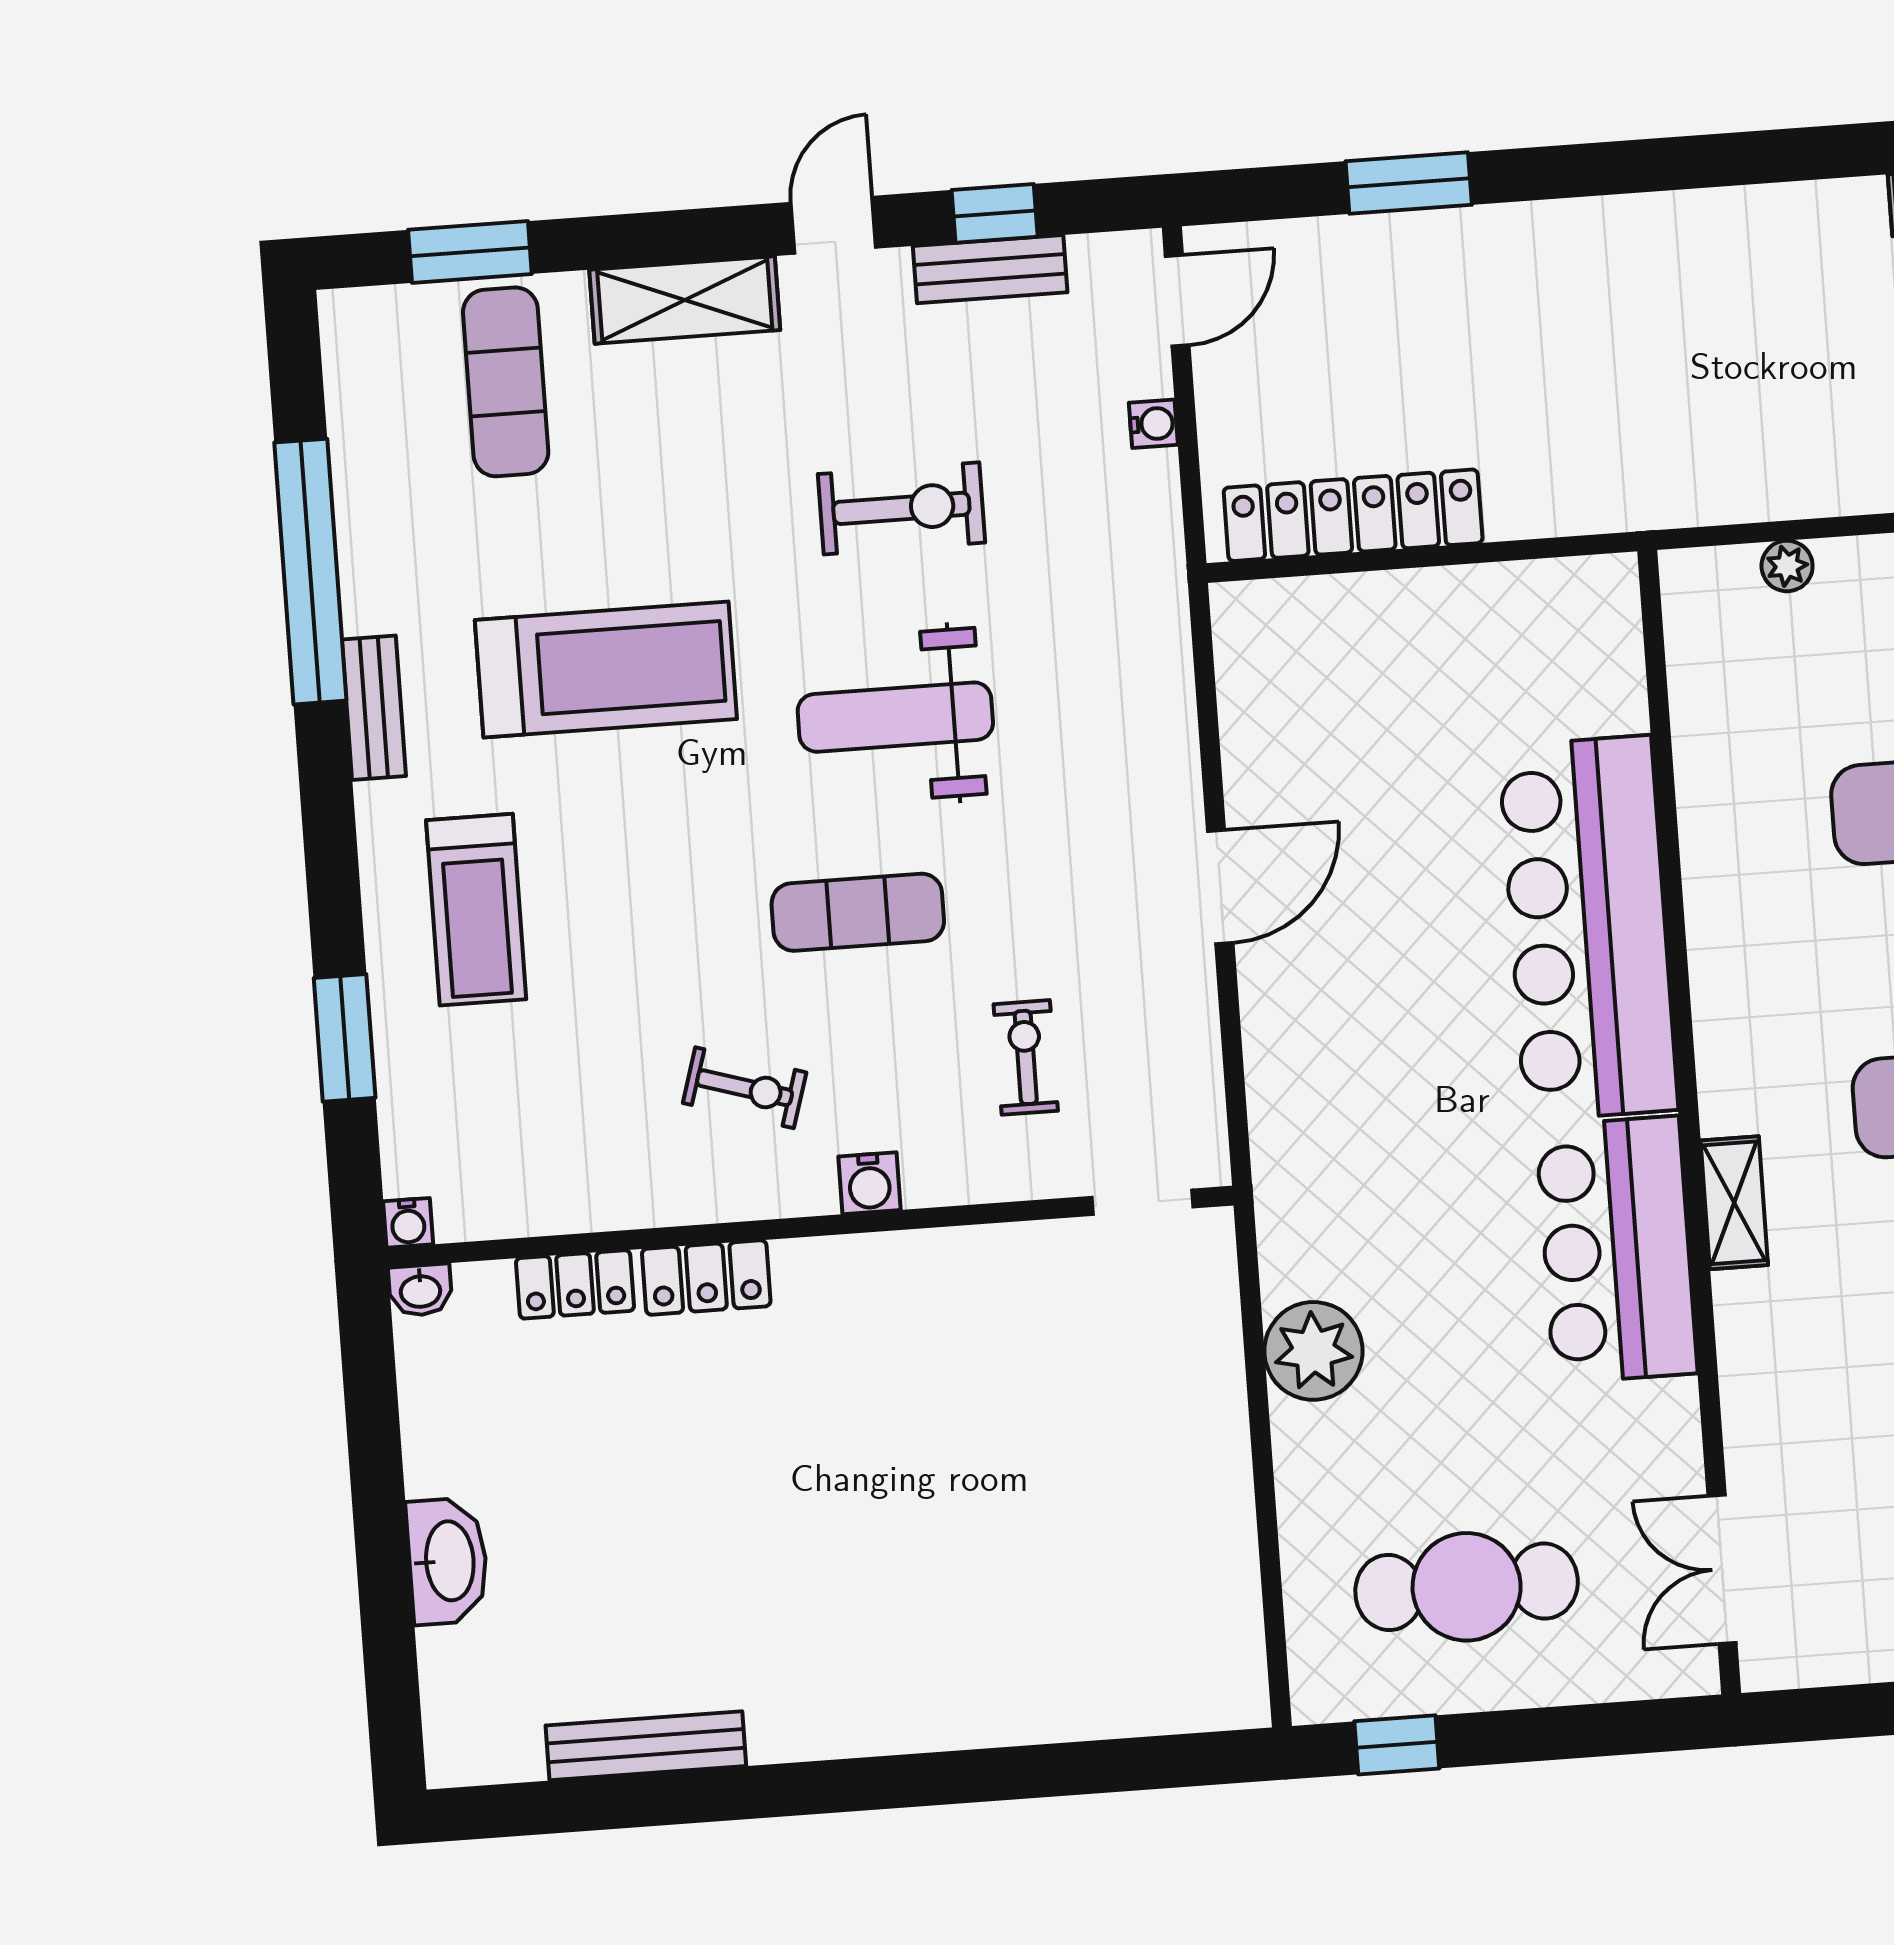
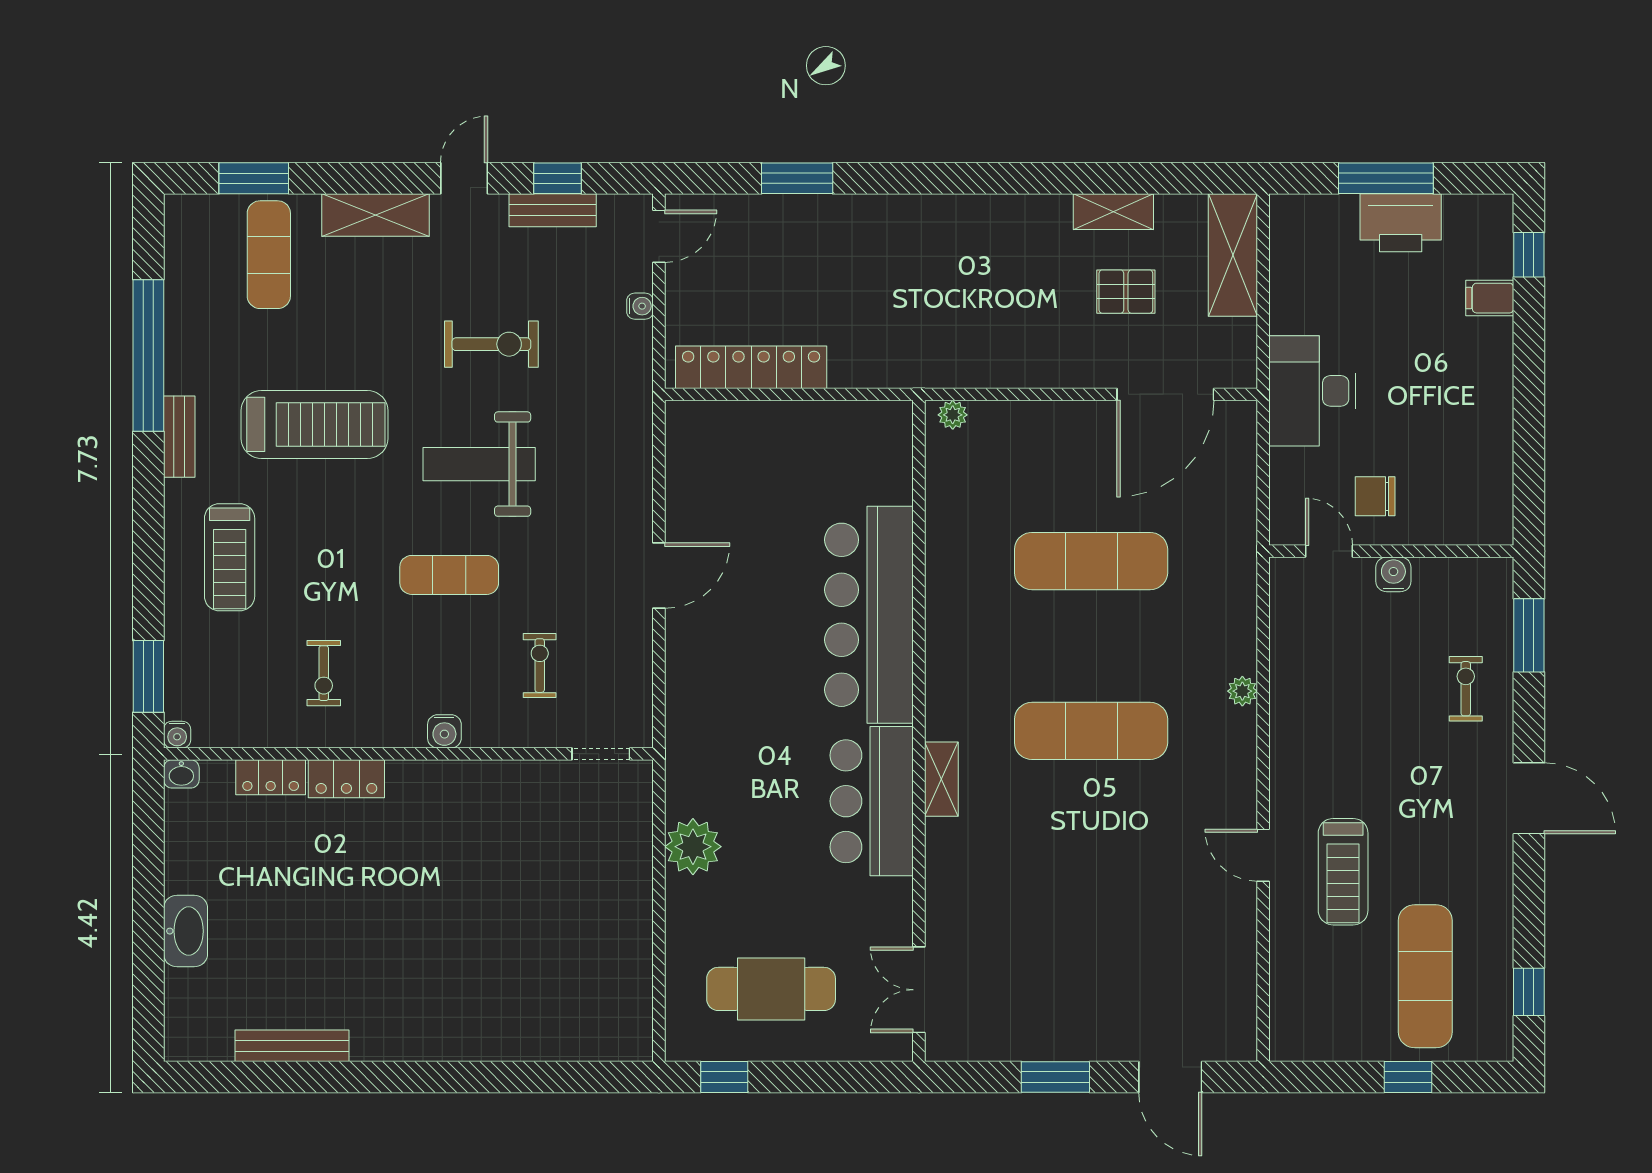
plant: (1787, 566) -> (953, 415), moved
window: (345, 1038) -> (148, 676), moved
exercise bike: (745, 1088) -> (324, 673), moved, turned 73

